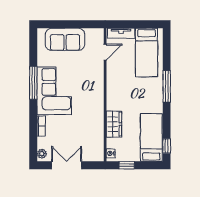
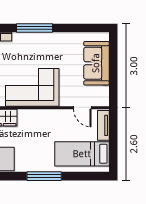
window: (33, 83) -> (35, 28), moved
corner sofa: (54, 91) -> (32, 87), moved, turned 180

